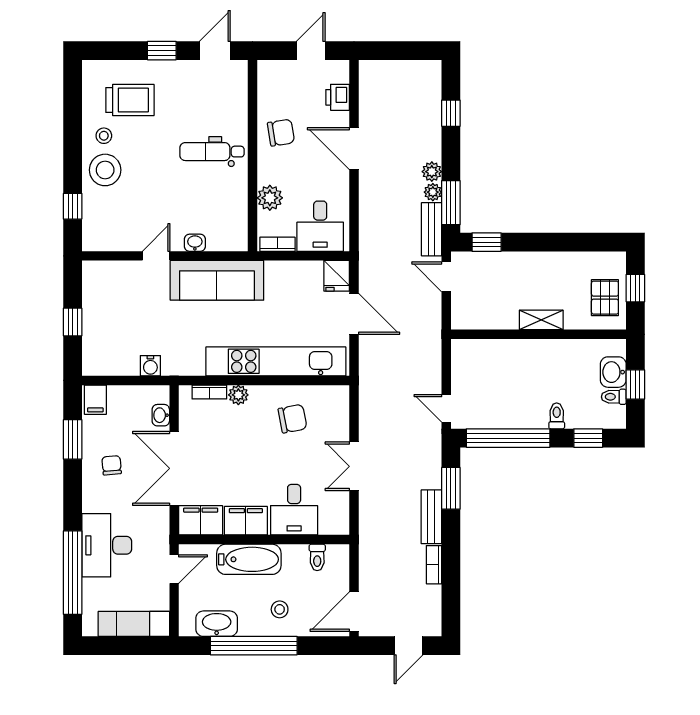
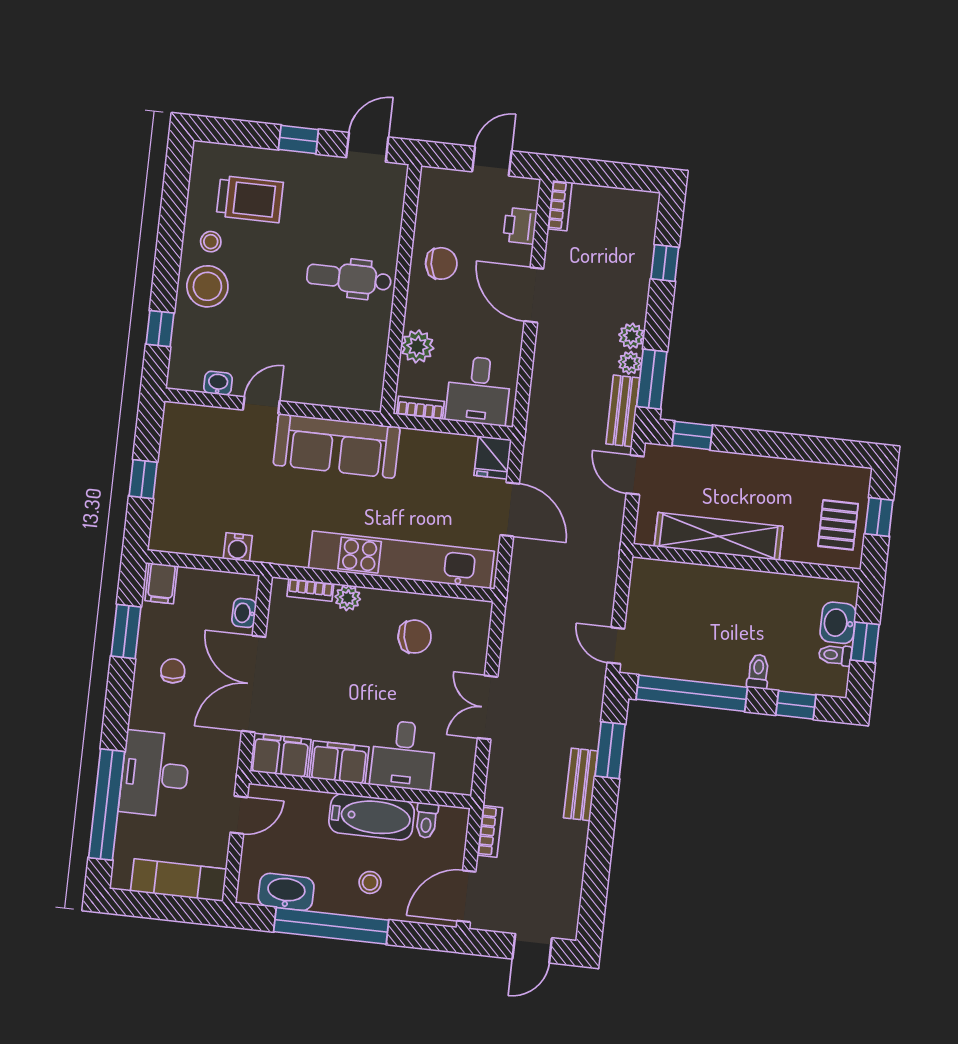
bookcase: (366, 79) -> (560, 206), added
washbasin: (195, 243) -> (218, 383), moved
shelving: (541, 320) -> (719, 536), width x2.20, depth x1.33
bathtub: (249, 559) -> (372, 817), moved
bookcase: (434, 565) -> (490, 831), moved, turned 180

